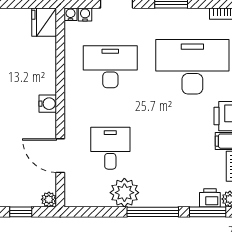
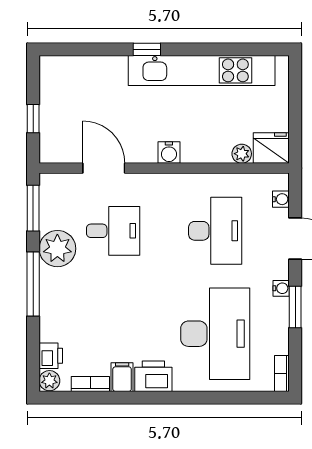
water cooler: (71, 14) -> (281, 288), moved
door: (60, 156) -> (104, 168), hinge flipped
plant: (49, 199) -> (242, 154), moved
window: (208, 212) -> (33, 208), moved

